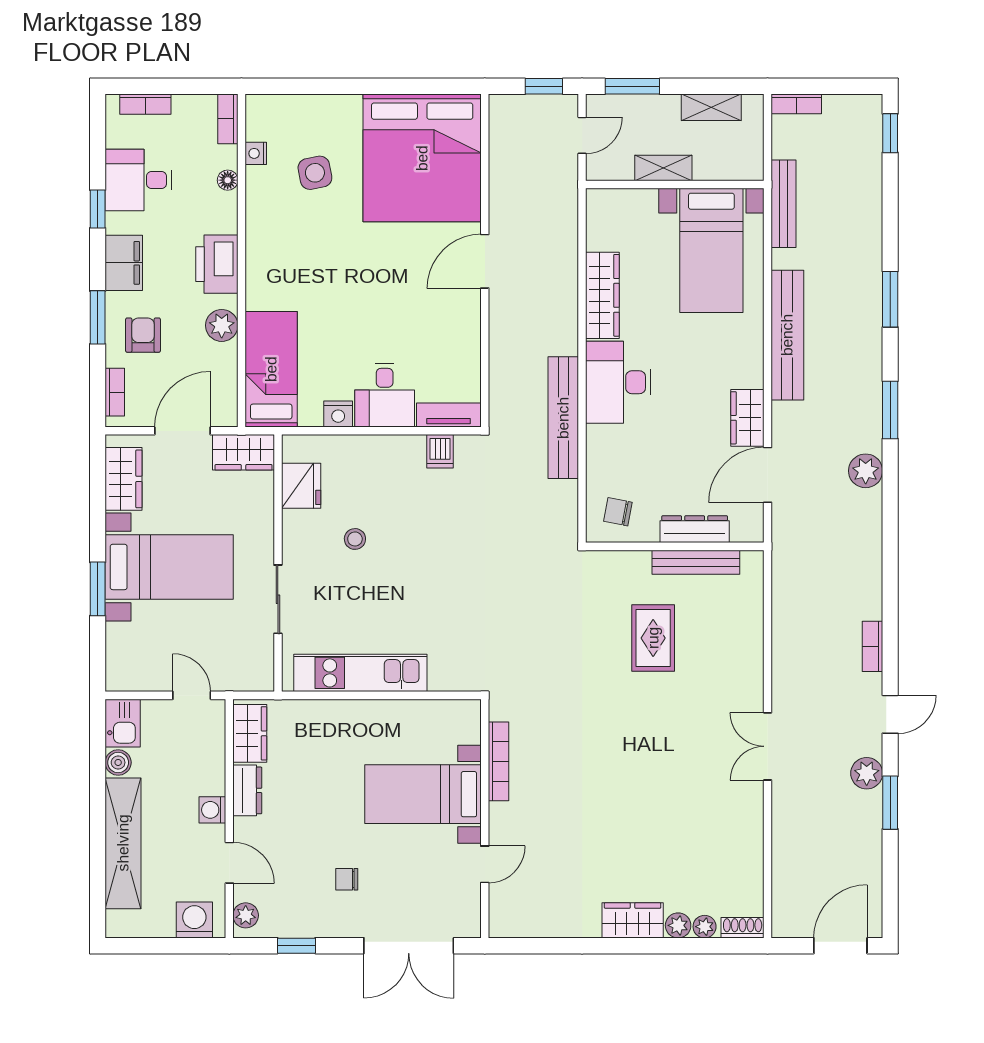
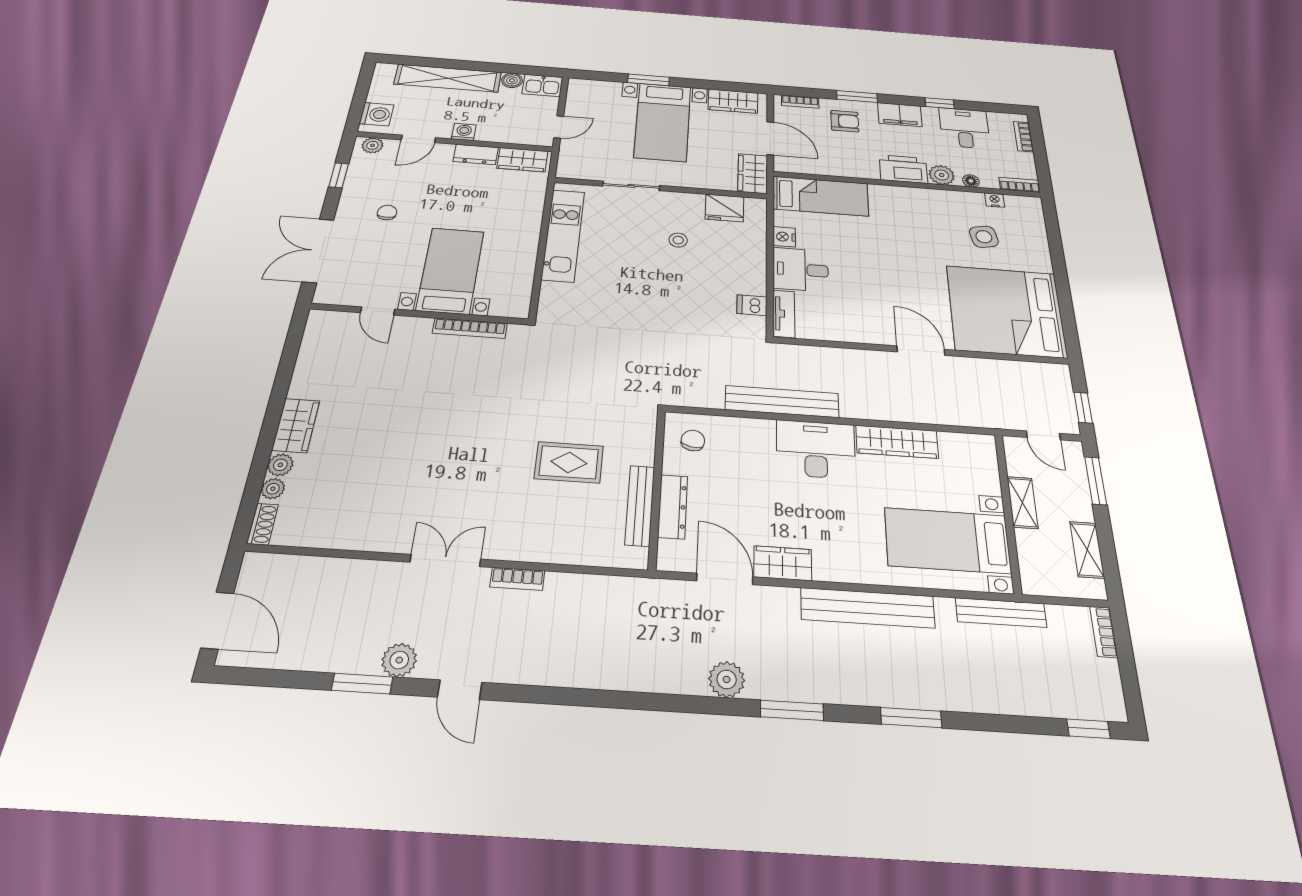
plant: (222, 325) -> (942, 175), moved
bookcase: (872, 646) -> (517, 579), moved, turned 180

